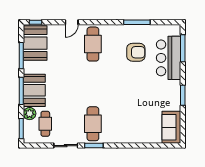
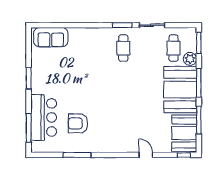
door: (72, 22) -> (146, 155), hinge flipped
cafe table: (93, 44) -> (123, 132), removed
booth: (34, 90) -> (180, 90), width x1.36, depth x1.42
cafe table: (93, 124) -> (123, 48), width x0.73, depth x0.74
sofa: (171, 127) -> (51, 37), moved, turned 90

